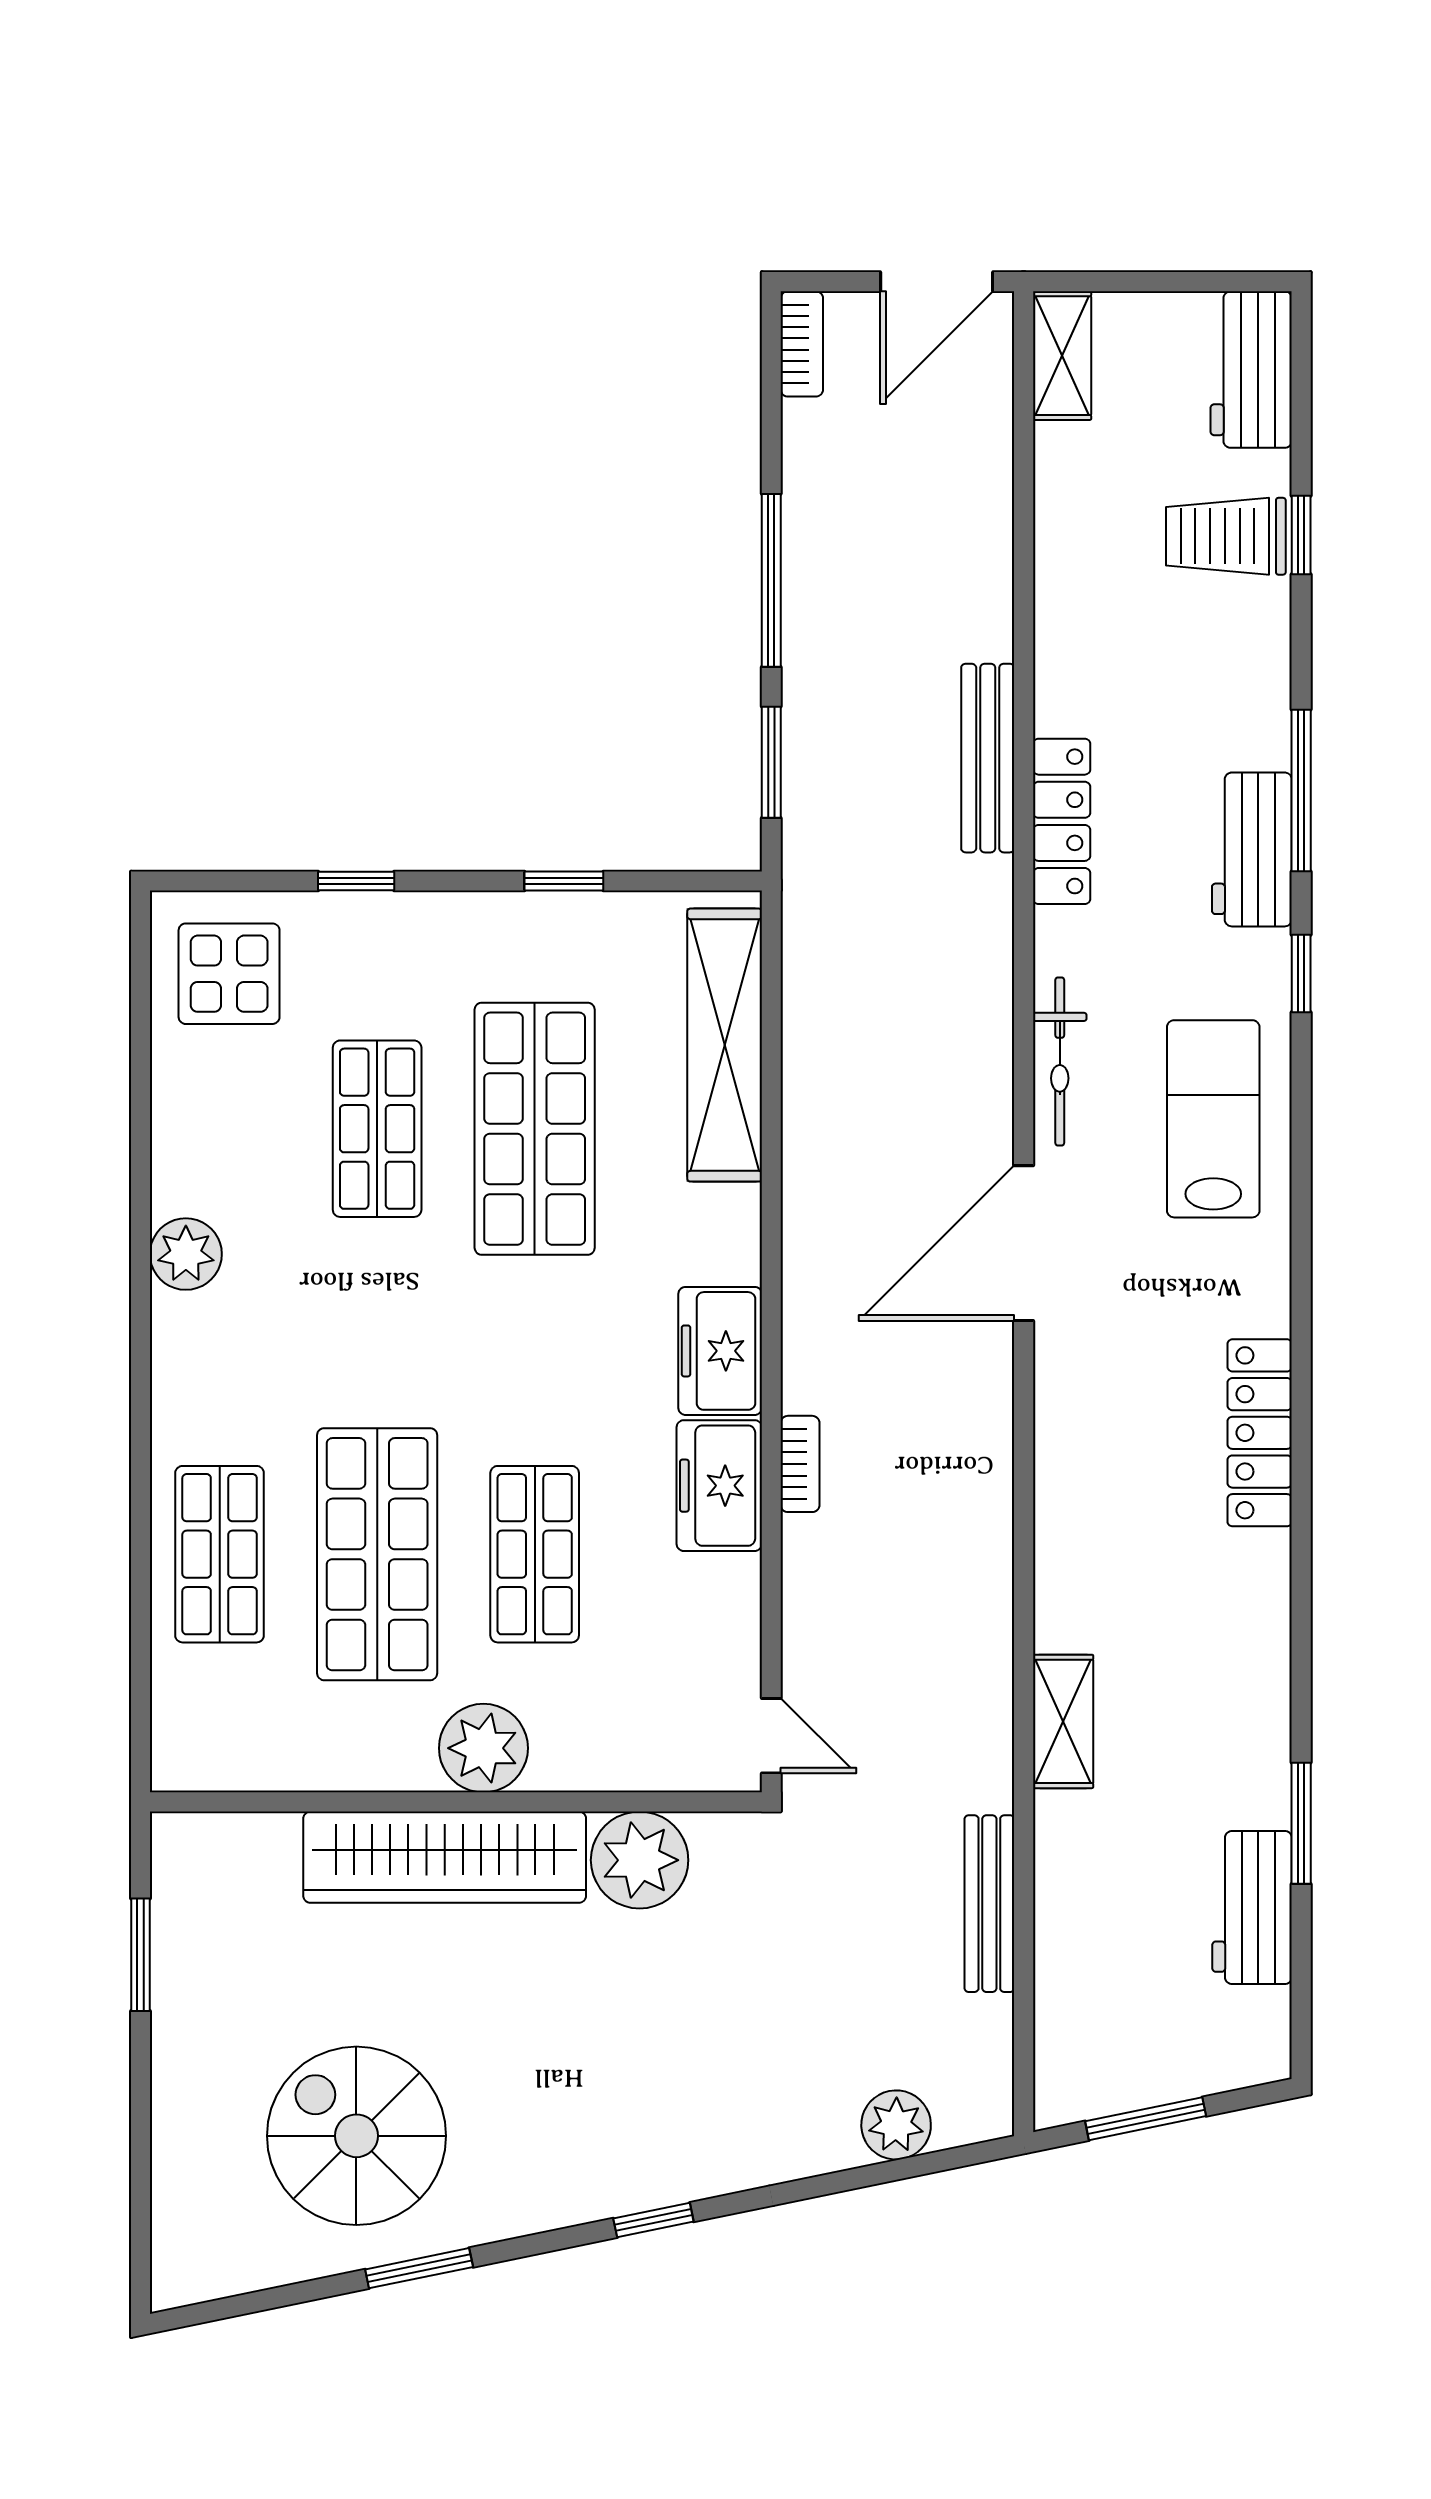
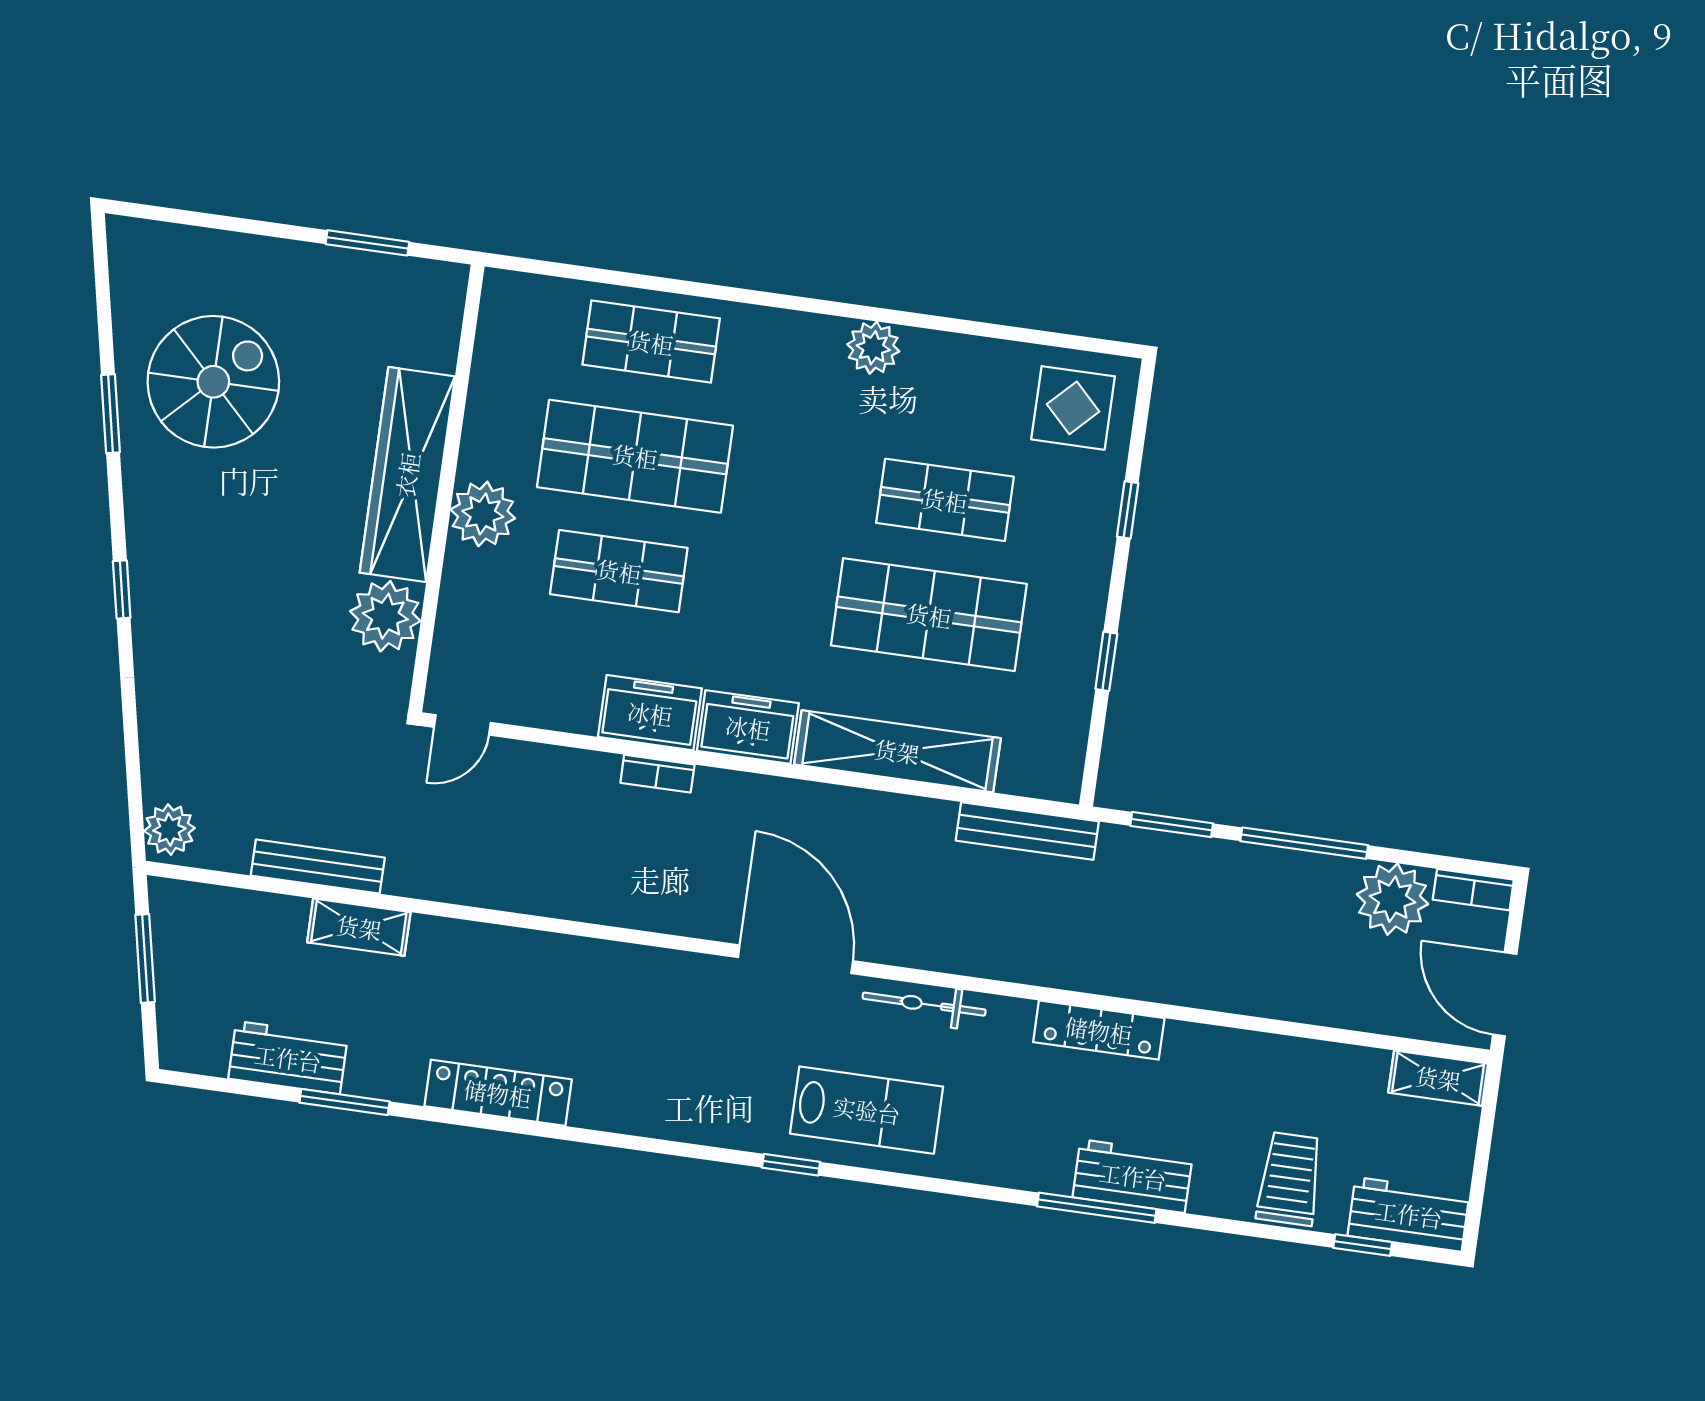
plant: (830, 451) -> (1392, 899), added
window: (1301, 535) -> (1363, 1245), moved
bench: (988, 758) -> (1027, 831), moved
workbench: (1252, 849) -> (1133, 1176), moved
window: (1301, 974) -> (791, 1165), moved
shelving: (725, 1045) -> (897, 751), moved
locker: (1260, 1433) -> (498, 1093), moved
shelving: (1063, 1721) -> (359, 927), moved
plant: (896, 2125) -> (169, 830), moved

